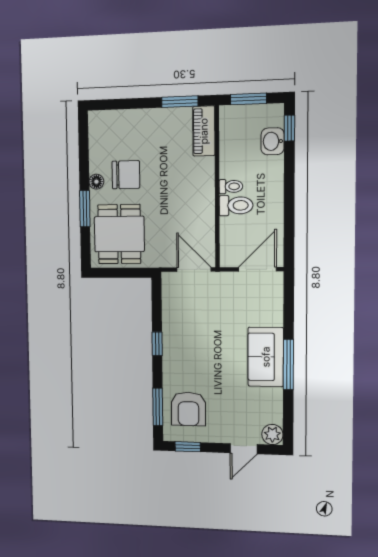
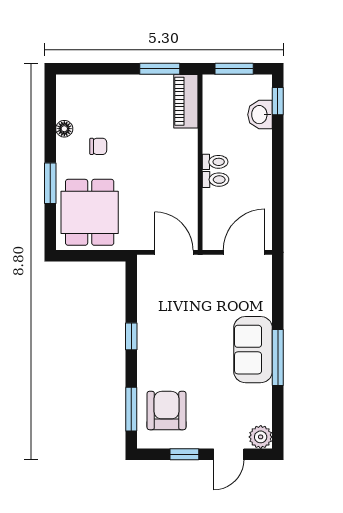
chair: (126, 175) -> (98, 146), width x0.54, depth x0.54
floor lamp: (96, 182) -> (64, 129), moved
toilet: (236, 205) -> (216, 180), width x0.73, depth x0.72
armchair: (188, 409) -> (167, 411), turned 180
window: (188, 447) -> (184, 454), moved

